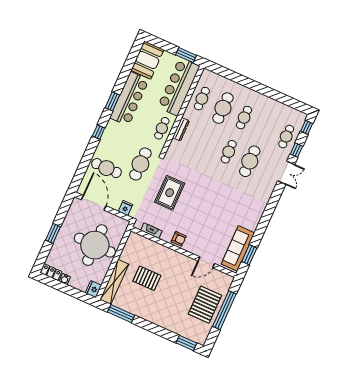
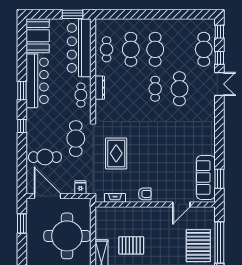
cafe table: (244, 118) -> (155, 49), width x1.37, depth x1.35
cafe table: (286, 136) -> (204, 49), width x1.37, depth x1.35
window: (53, 233) -> (22, 224), moved

